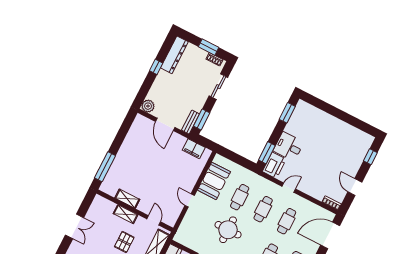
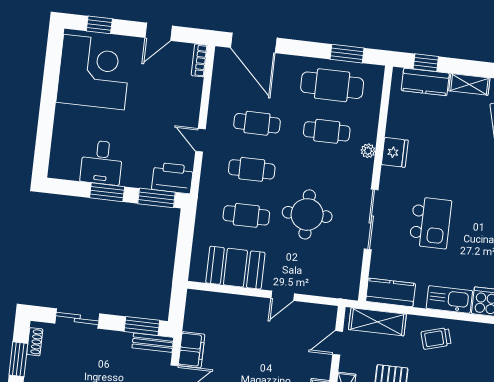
window: (287, 113) -> (107, 192), moved
corner desk: (346, 144) -> (94, 72), added
desk: (289, 147) -> (102, 162), moved
filing cabinet: (194, 149) -> (192, 350), moved

